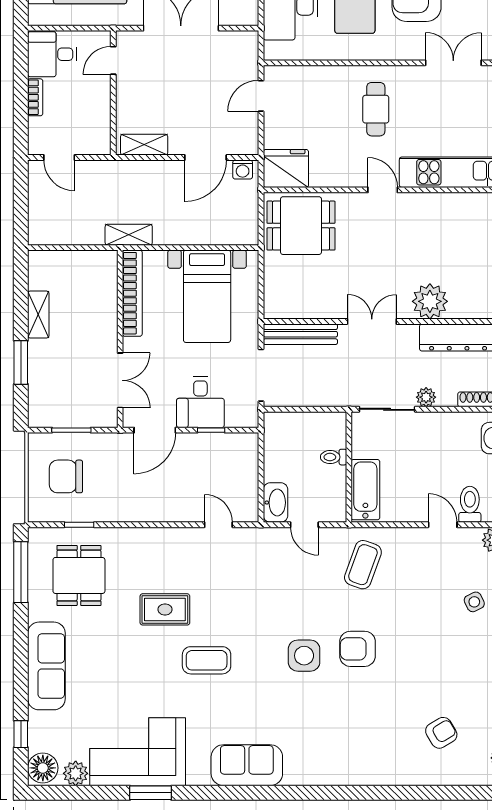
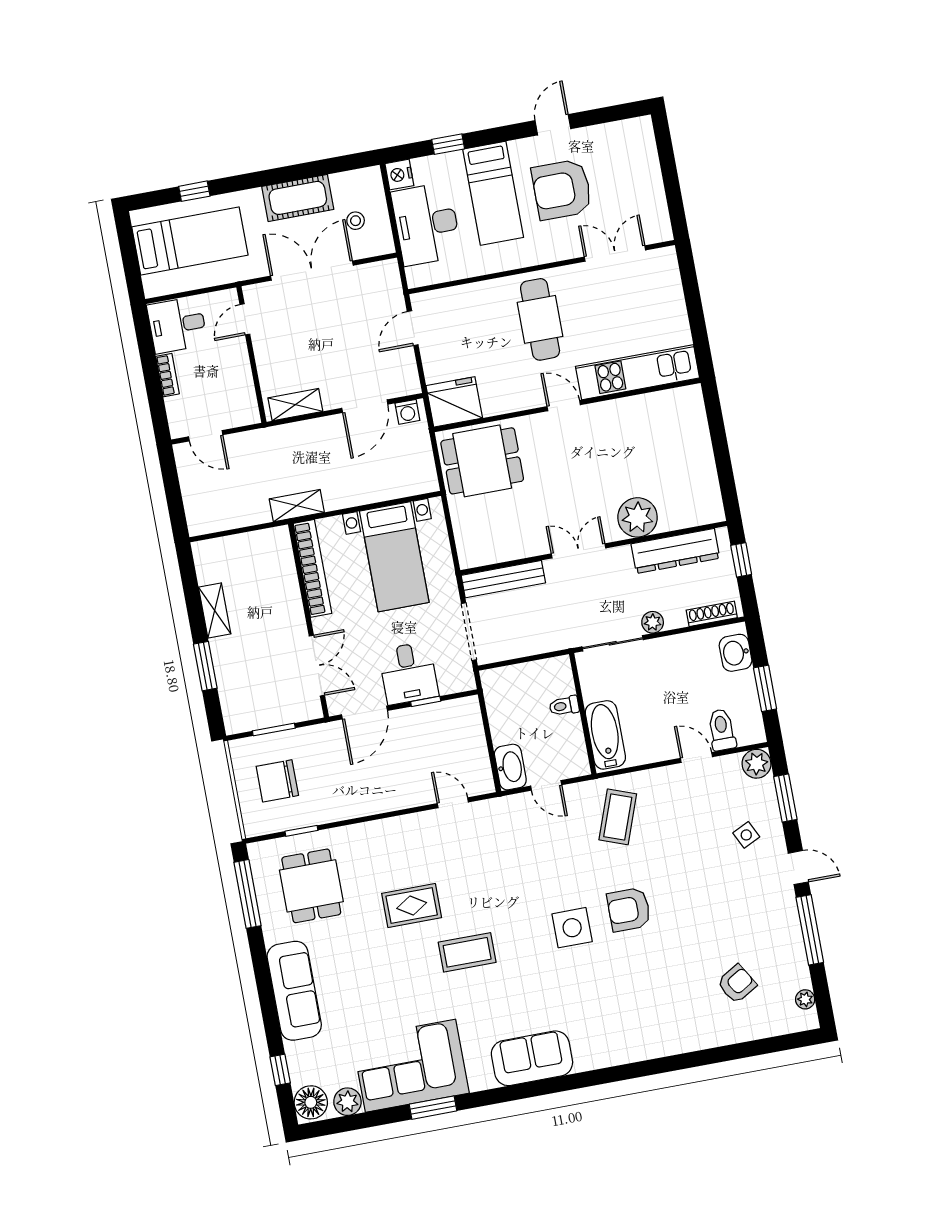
cafe table: (376, 109) -> (540, 319), width x1.37, depth x1.35

